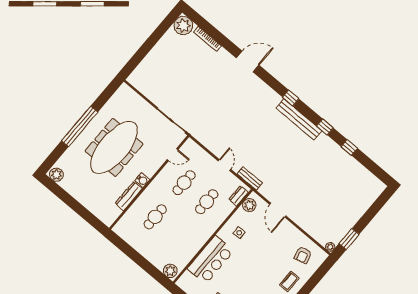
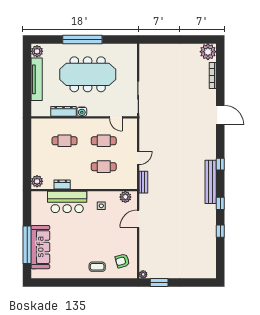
tv unit: (81, 196) -> (37, 79), added
dresser: (238, 196) -> (62, 185), moved

